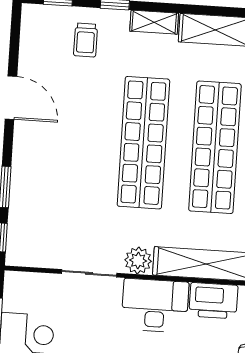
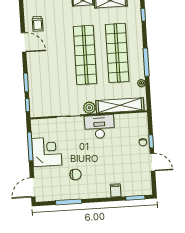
trolley: (86, 40) -> (37, 24), moved
printer: (213, 301) -> (125, 121), removed

